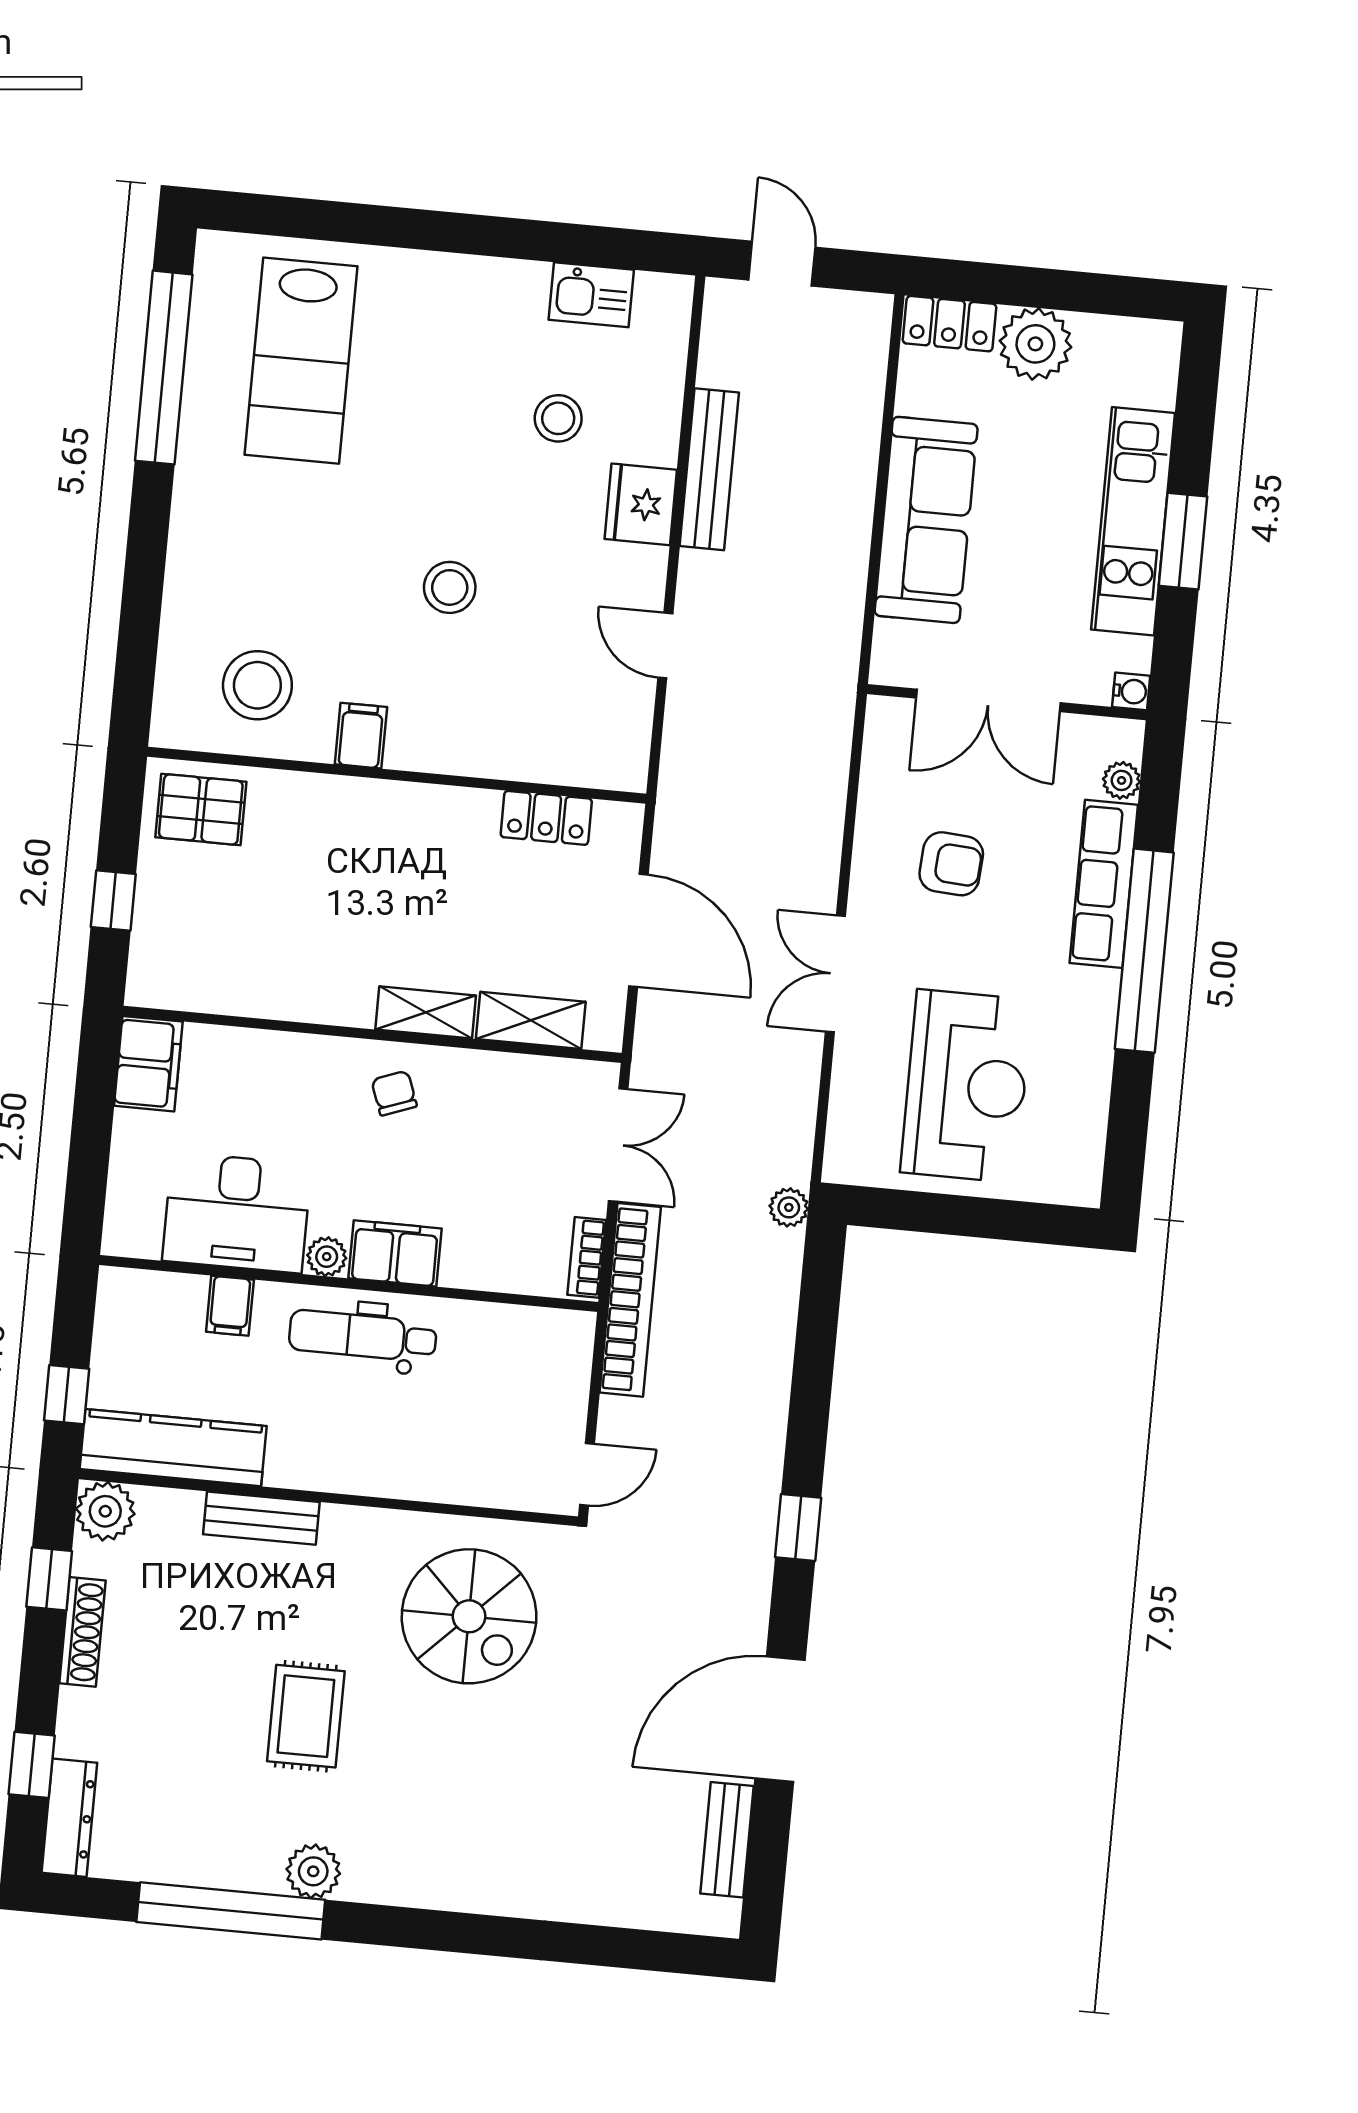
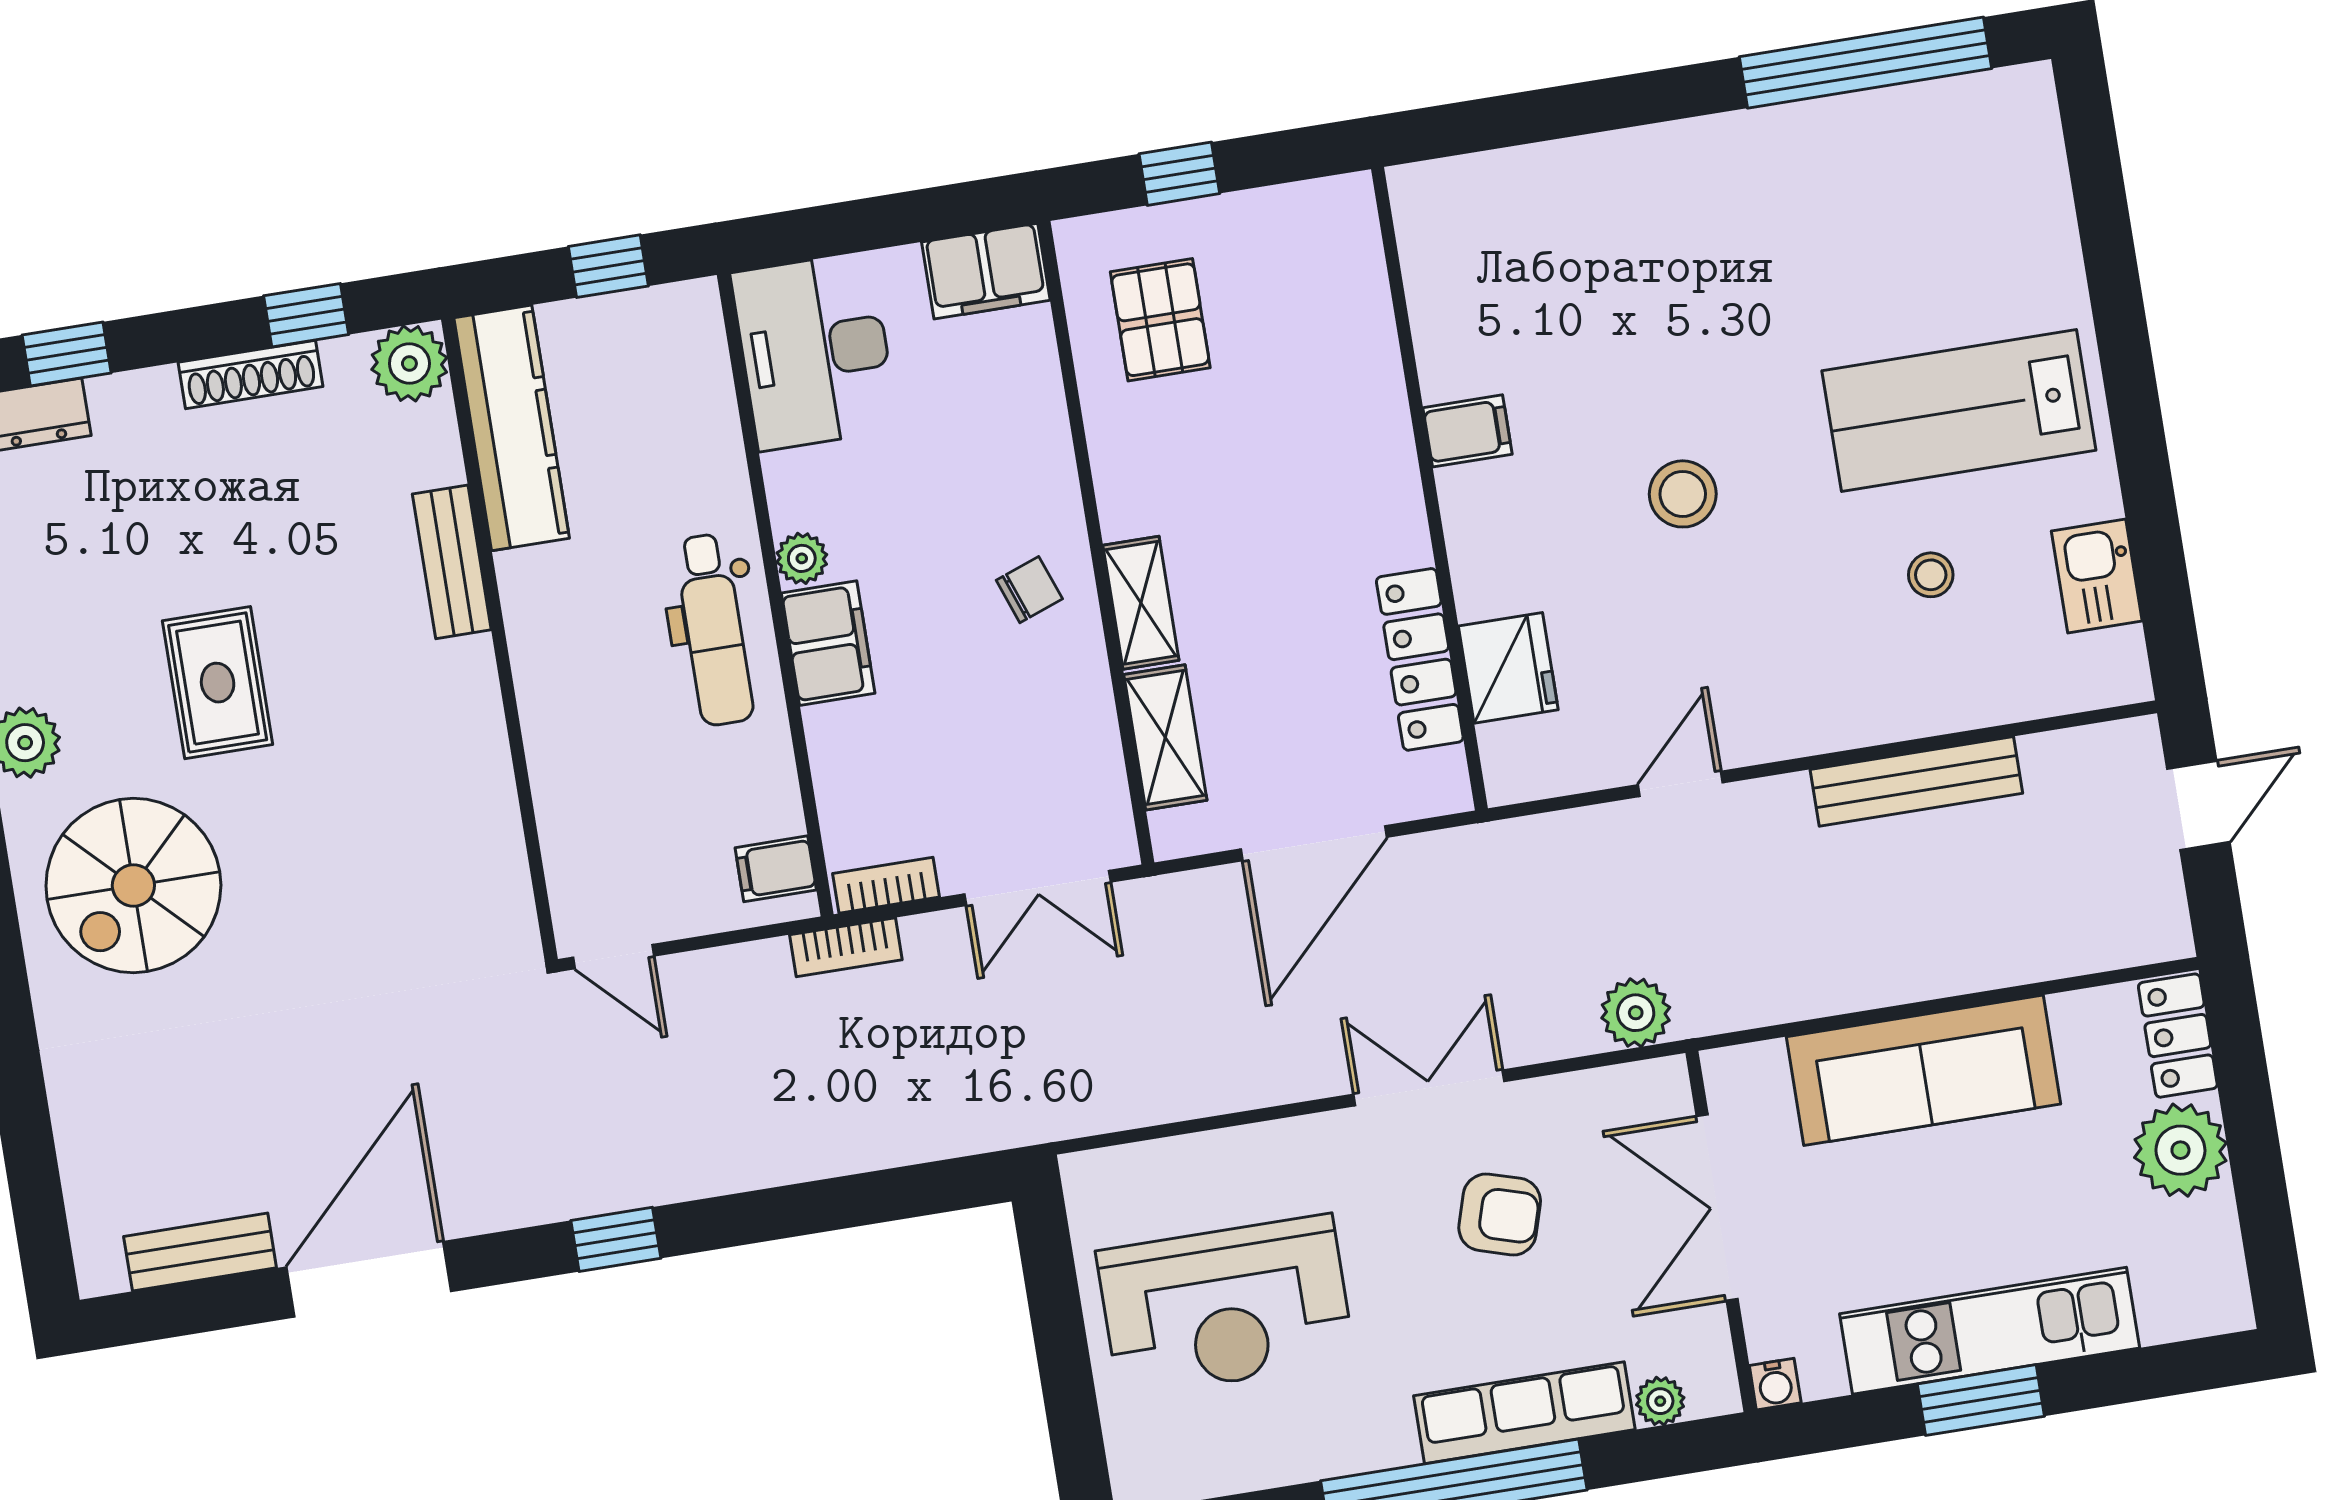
lab bench: (301, 361) -> (1959, 410), moved
stool: (558, 418) -> (1931, 575), width x0.73, depth x0.73
fridge: (641, 504) -> (1508, 668), moved, turned 90
stool: (257, 685) -> (1497, 284), removed
pallet: (201, 809) -> (1160, 320), moved
locker: (546, 818) -> (1420, 659), width x1.53
armchair: (951, 864) -> (1500, 1214), turned -77
double door: (835, 974) -> (1429, 1088), moved
plant: (789, 1207) -> (1636, 1013), moved, width x1.38, depth x1.38
desk: (237, 1213) -> (815, 351), moved
bookcase: (630, 1300) -> (846, 947), width x0.43, depth x0.76
filing cabinet: (230, 1306) -> (776, 869), moved
dental chair: (363, 1336) -> (714, 630), turned 180
window: (67, 1395) -> (608, 266), moved
spiral stairs: (469, 1616) -> (133, 885), moved
rug: (306, 1716) -> (218, 683), turned 90
door: (780, 1719) -> (369, 1279), hinge flipped

